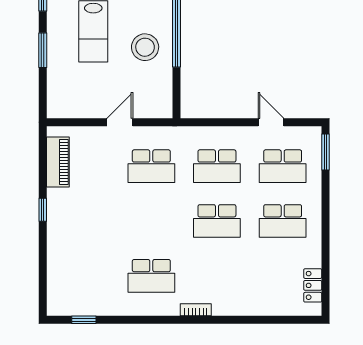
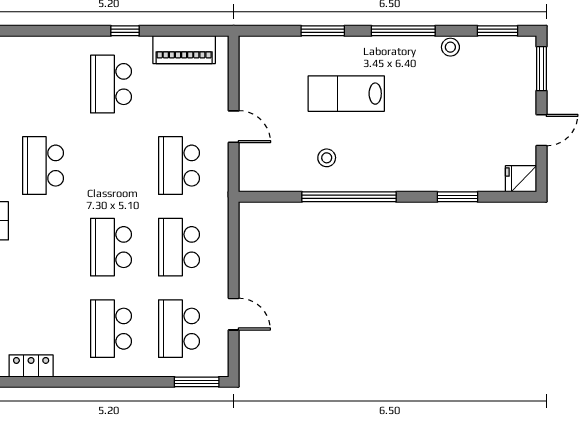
stool: (145, 47) -> (327, 158), width x0.53, depth x0.53
door: (271, 122) -> (234, 314), hinge flipped
school desk: (86, 221) -> (111, 84), added

